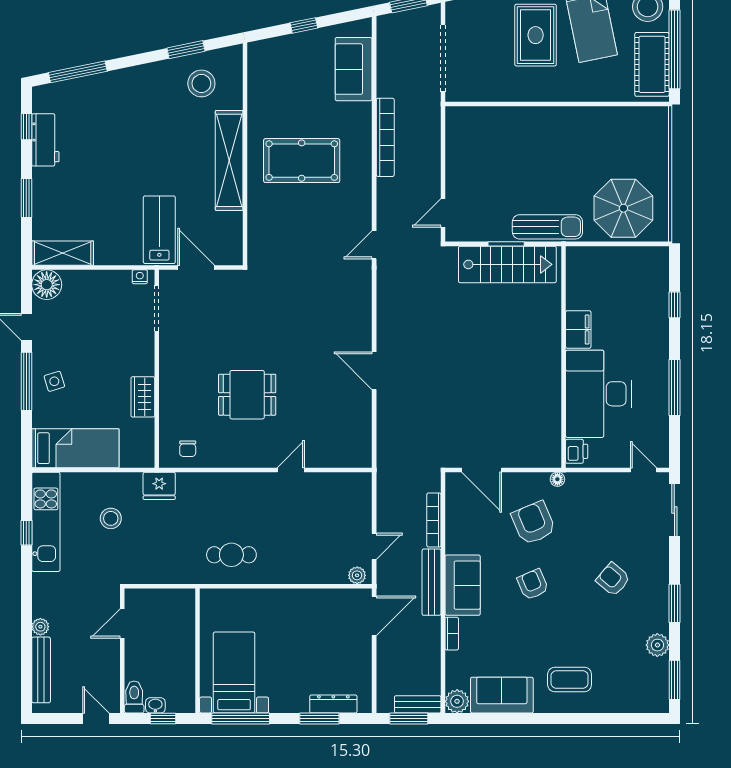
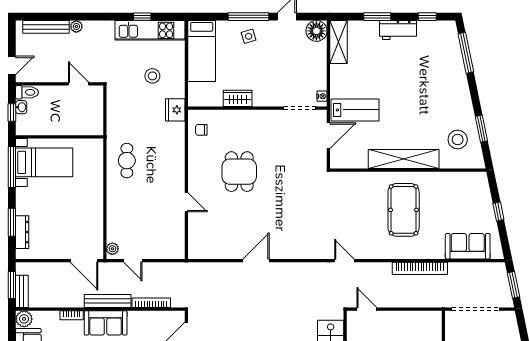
workbench: (45, 140) -> (398, 30), moved

